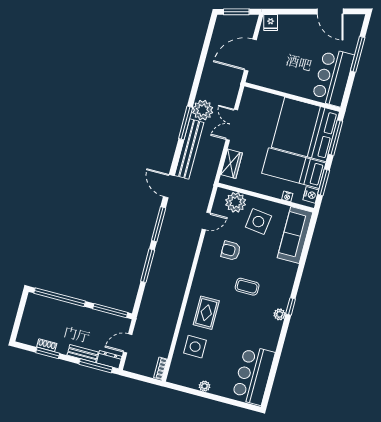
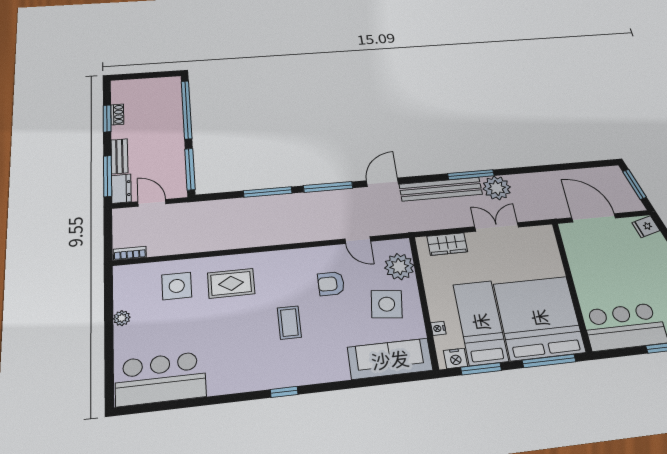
armchair: (231, 251) -> (331, 284), turned -90
plant: (280, 314) -> (266, 381), removed

